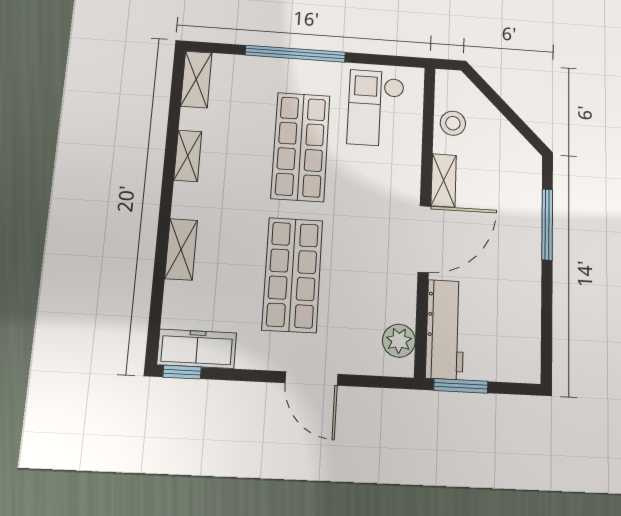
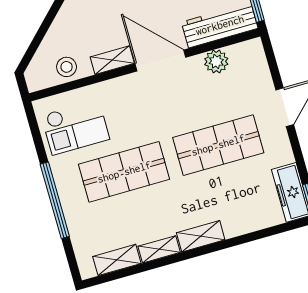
shelving: (196, 79) -> (117, 260), moved
shelving: (181, 249) -> (201, 236), moved
plant: (399, 341) -> (216, 61), moved

